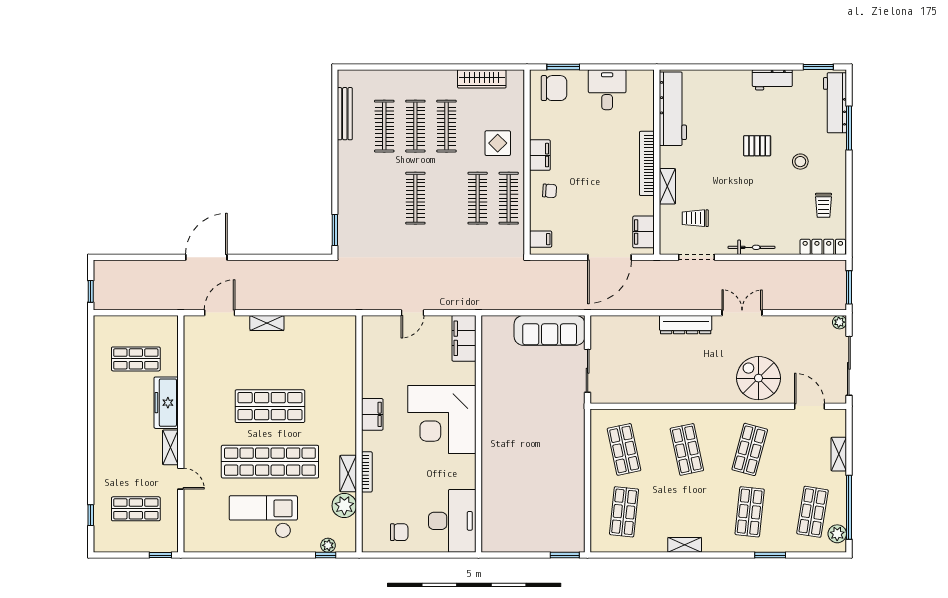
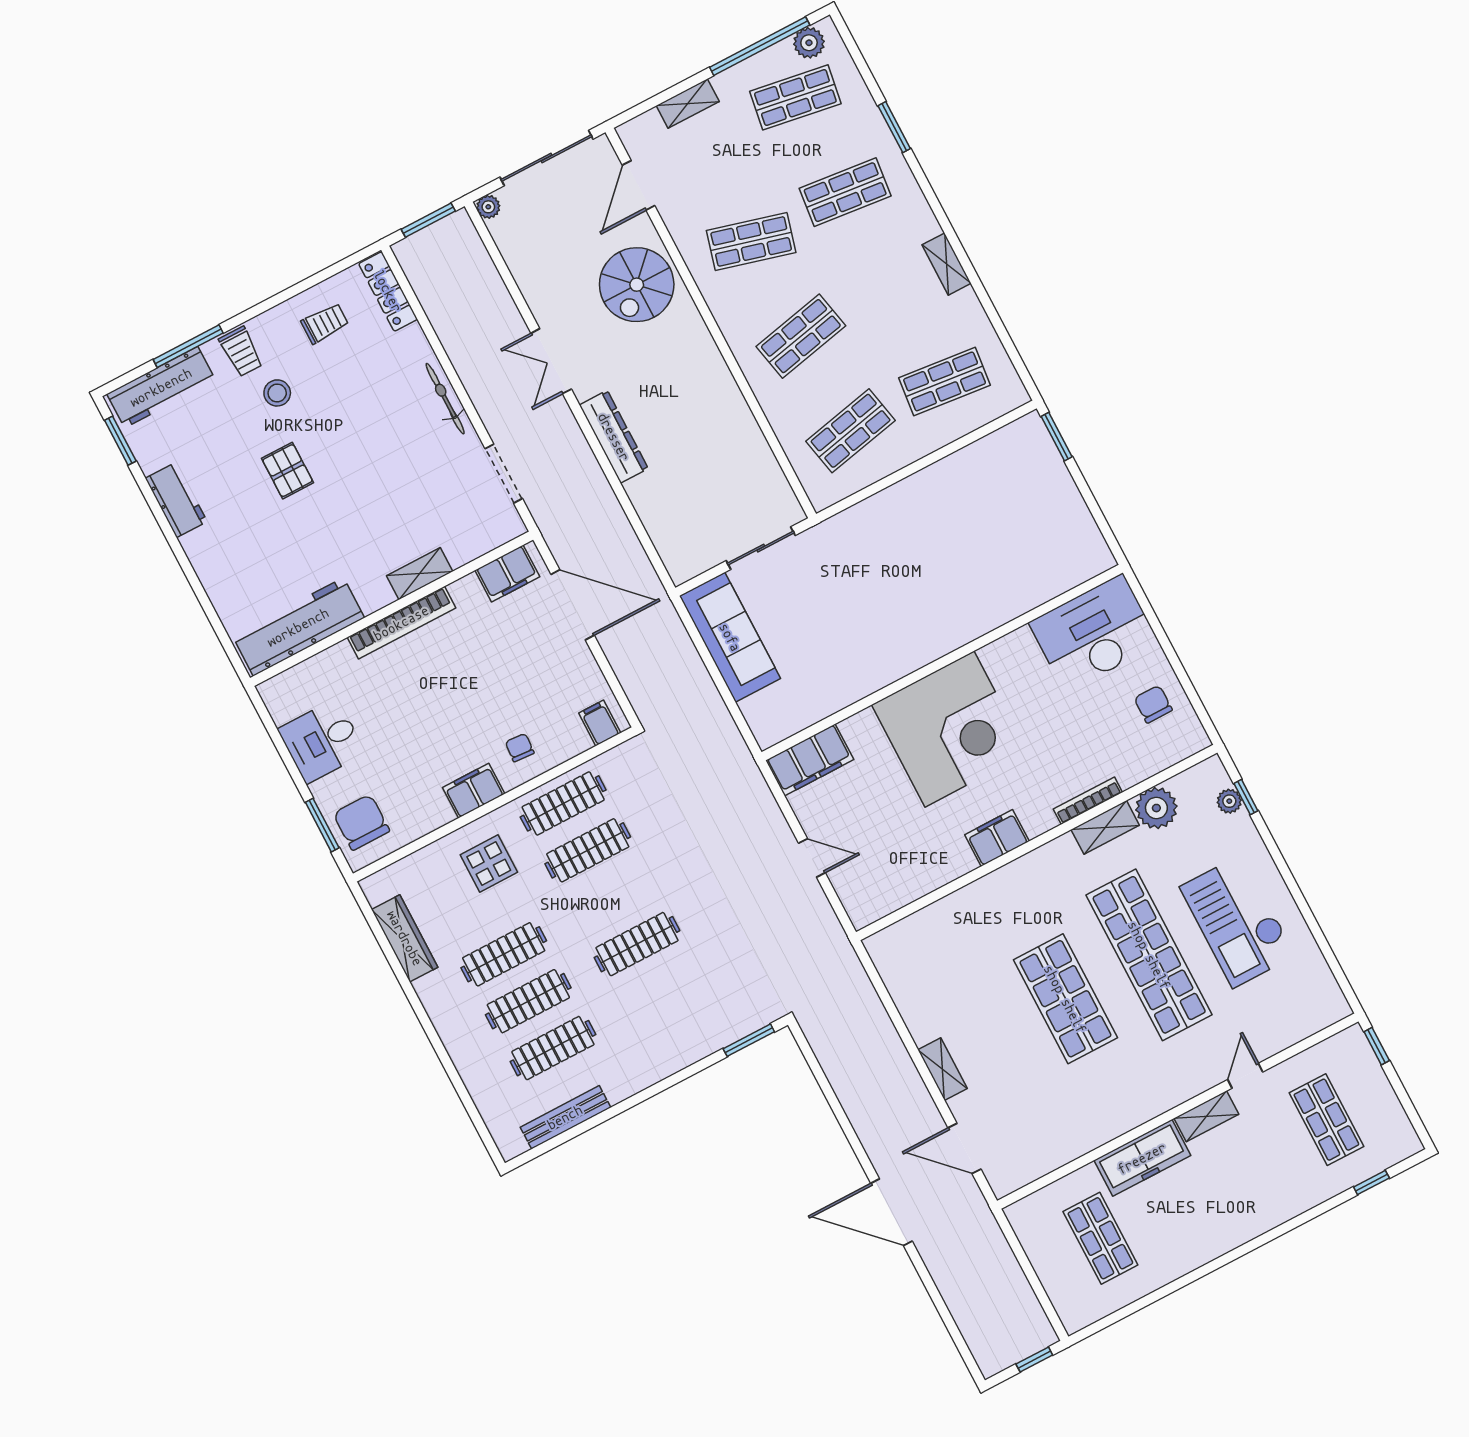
trolley: (695, 218) -> (241, 352), moved

